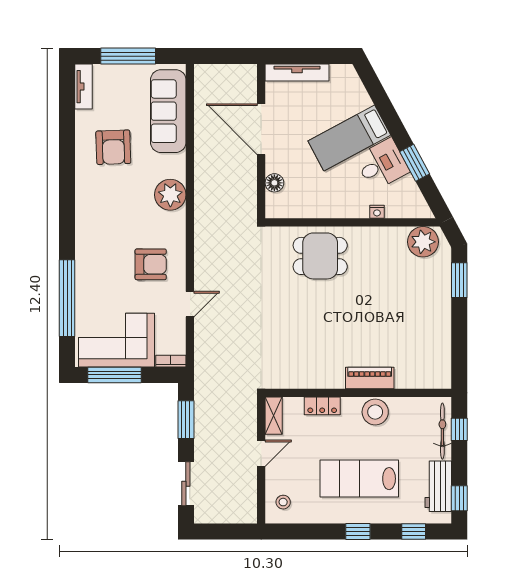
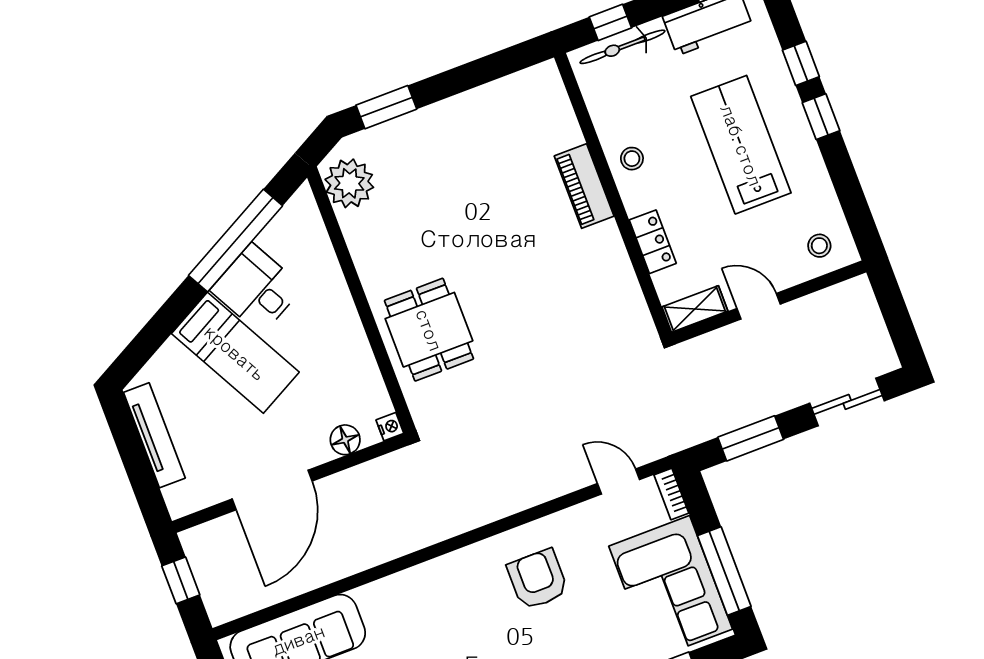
window: (229, 56) -> (181, 580), added
tv unit: (297, 73) -> (154, 435), moved
window: (415, 163) -> (235, 241), width x2.11
plant: (170, 195) -> (422, 589), removed
nightstand: (377, 212) -> (390, 427), moved
door: (190, 304) -> (618, 482), moved
stool: (375, 412) -> (632, 159), width x0.53, depth x0.53
lab bench: (359, 479) -> (741, 145), turned 180
window: (414, 531) -> (801, 63), moved

